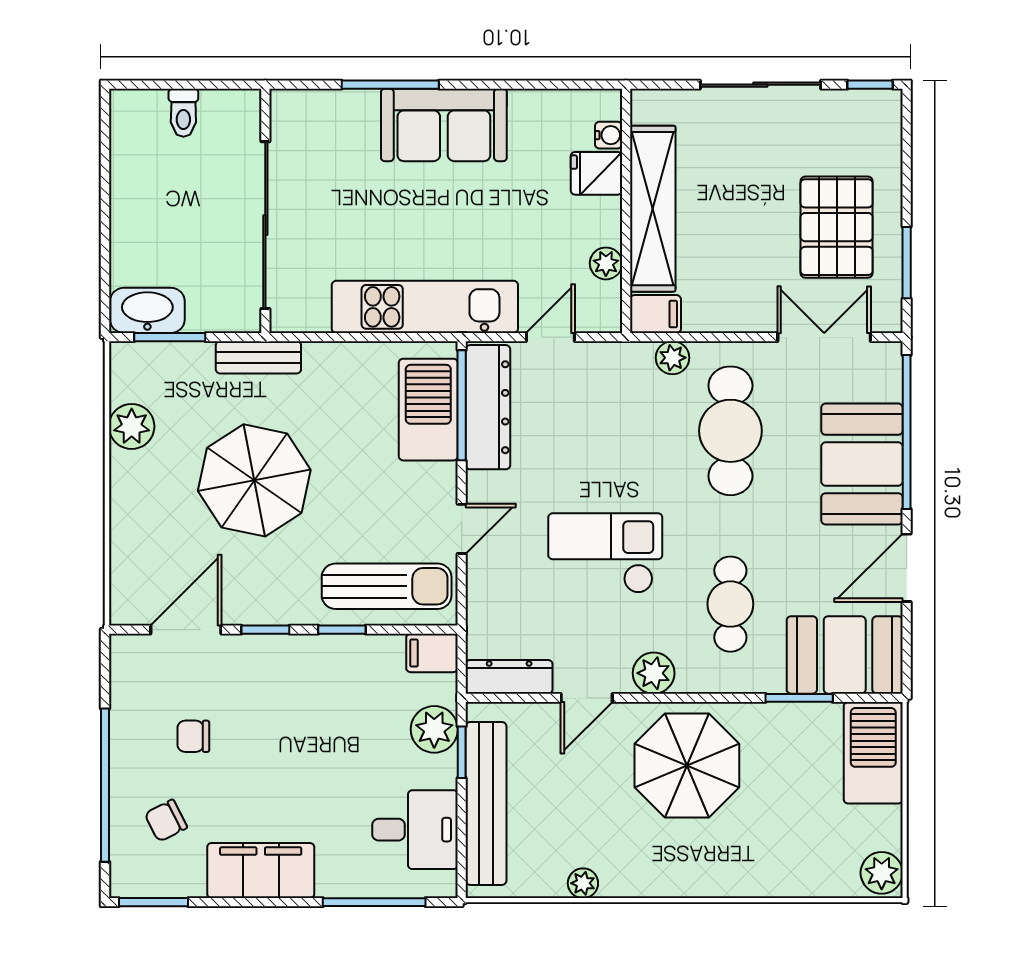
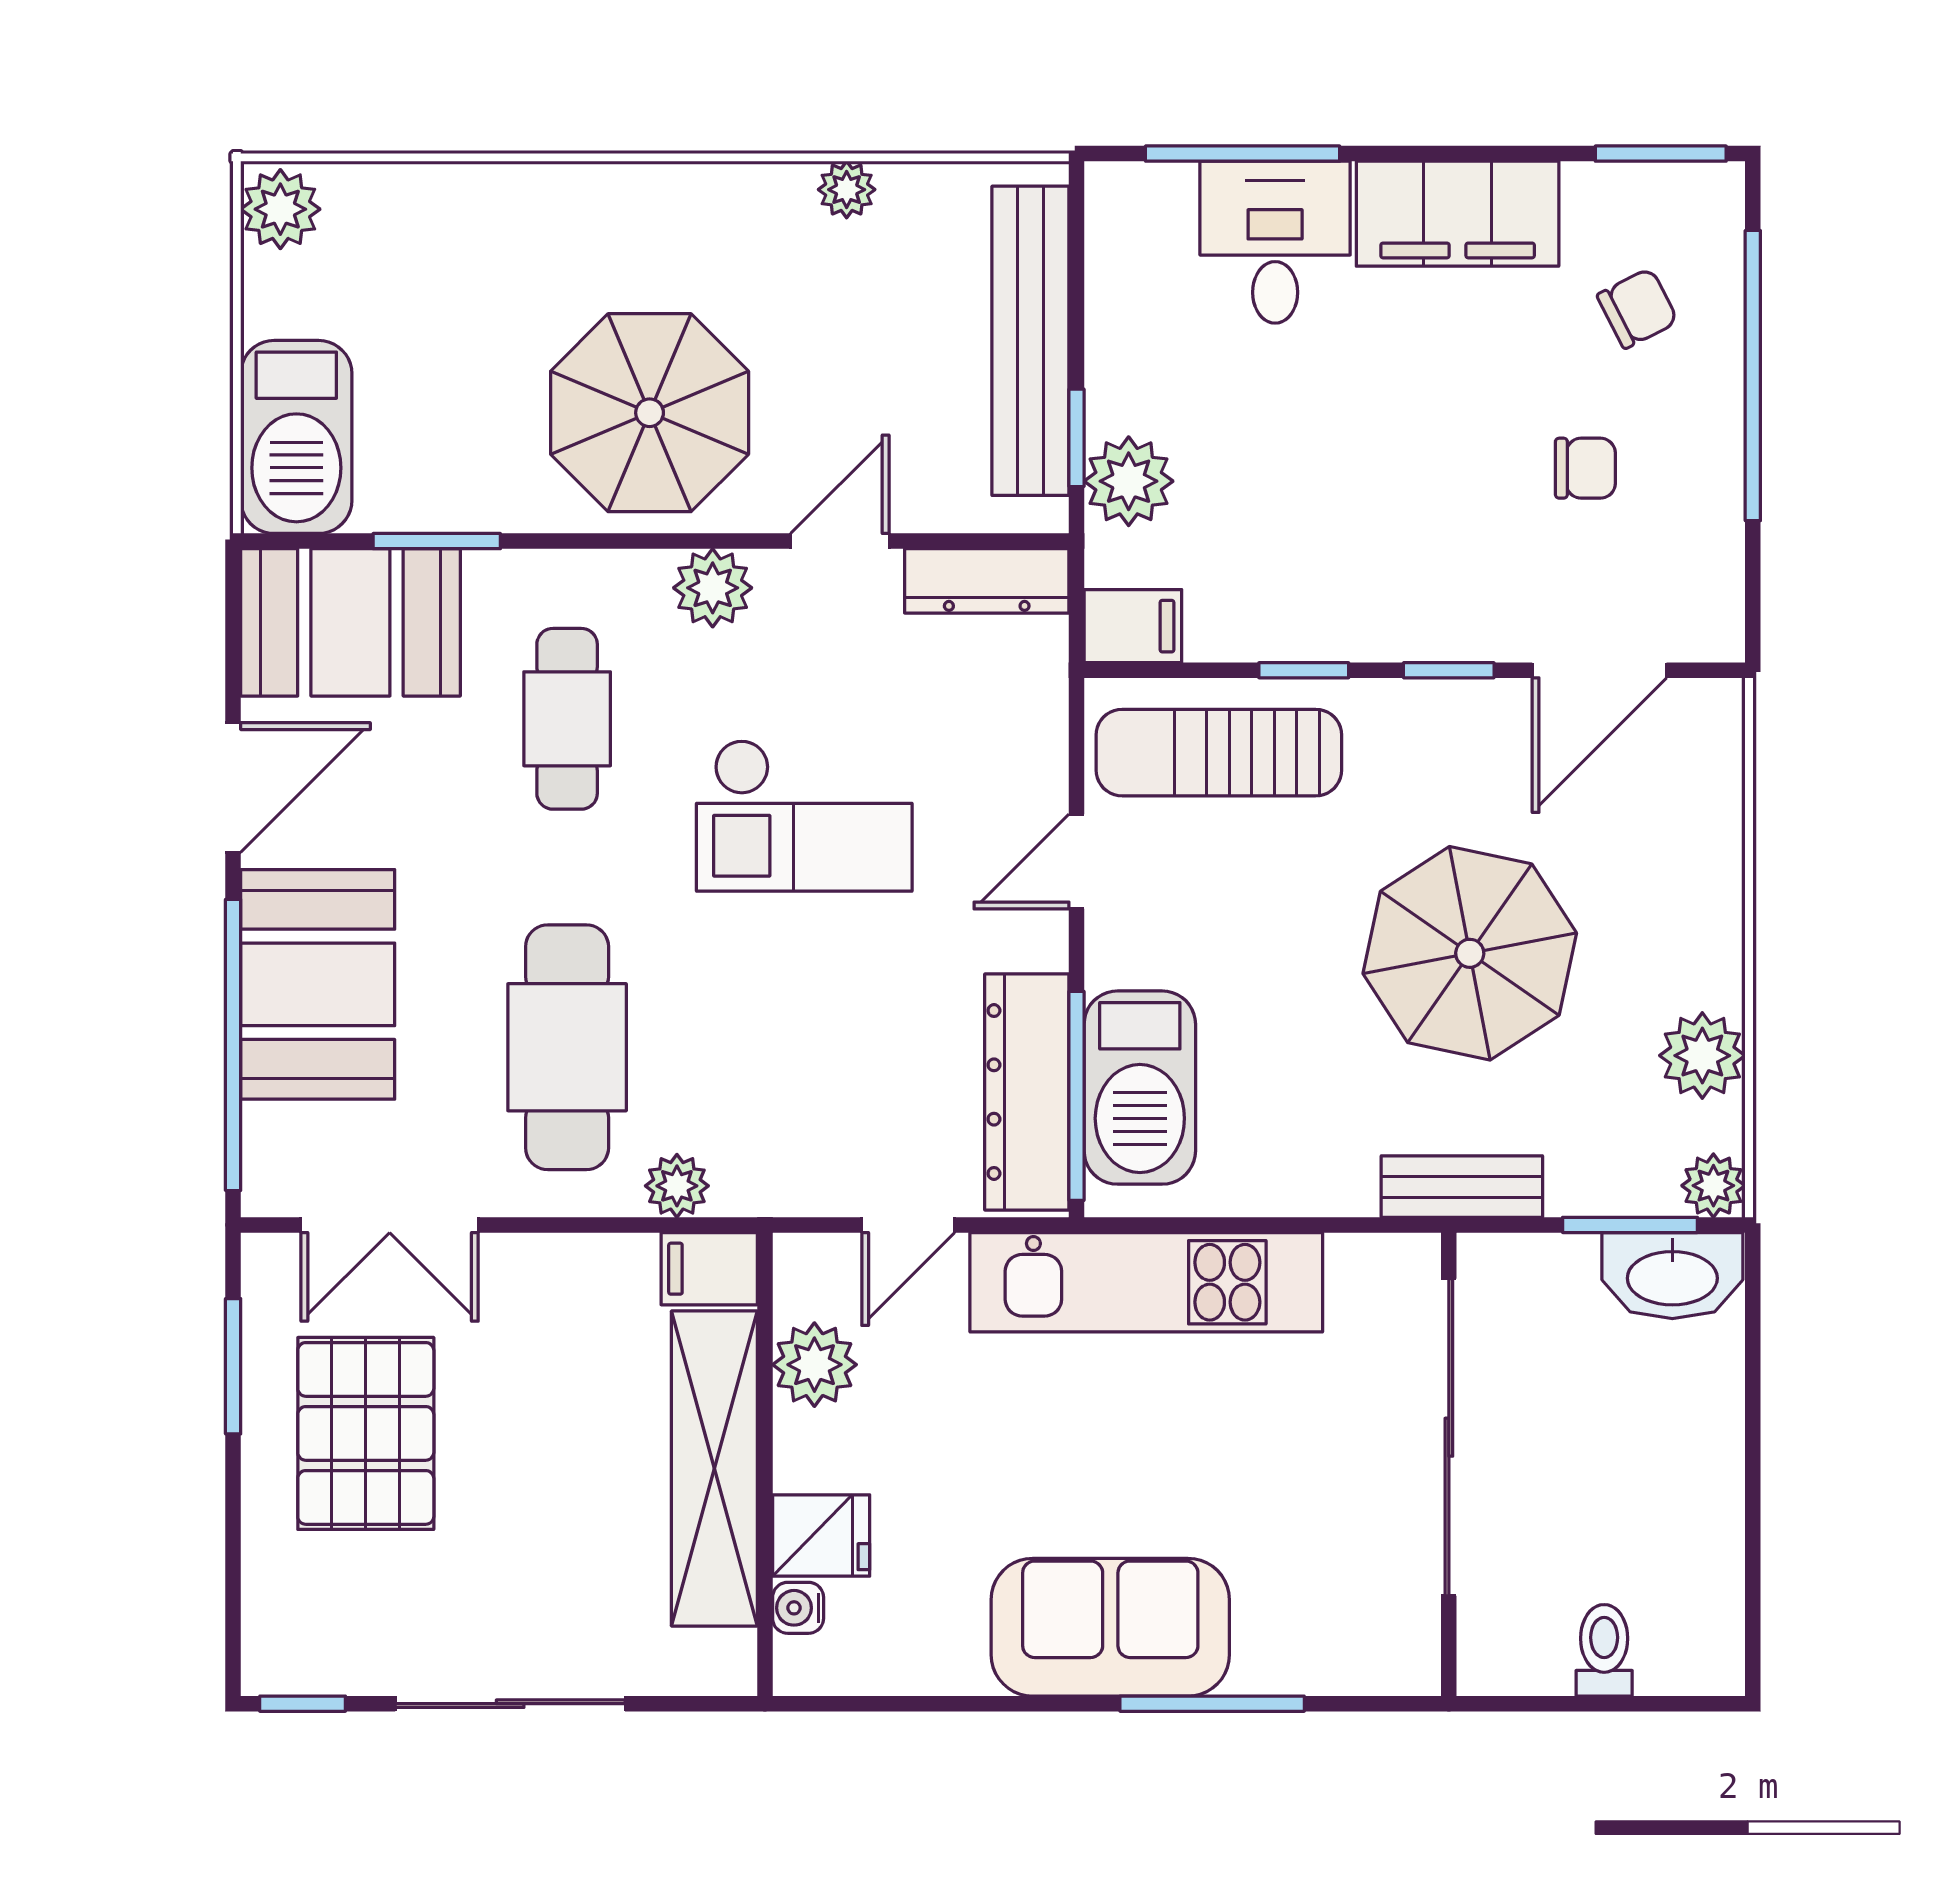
plant: (606, 263) -> (814, 1365), width x1.38, depth x1.38
plant: (126, 358) -> (1713, 1186), added
desk: (415, 830) -> (1275, 242), moved, turned 90

